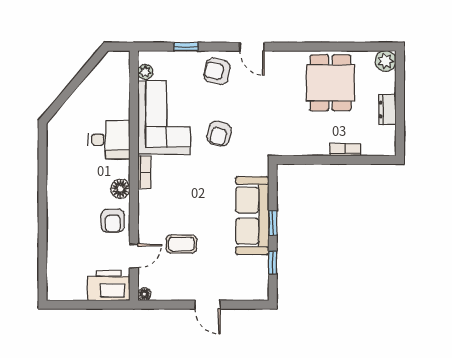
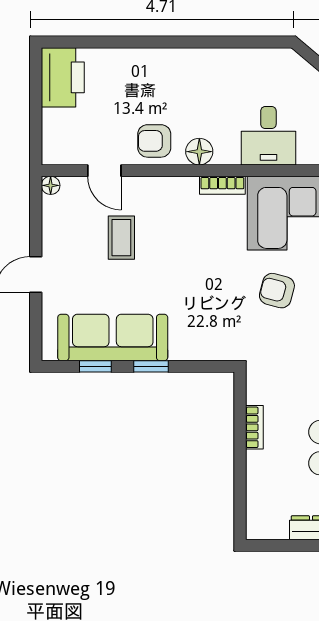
bookcase: (345, 150) -> (254, 427), moved
sofa: (252, 216) -> (113, 337), moved
printer: (109, 286) -> (63, 77), moved

